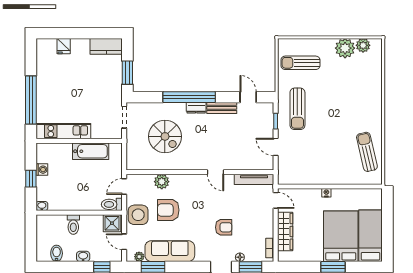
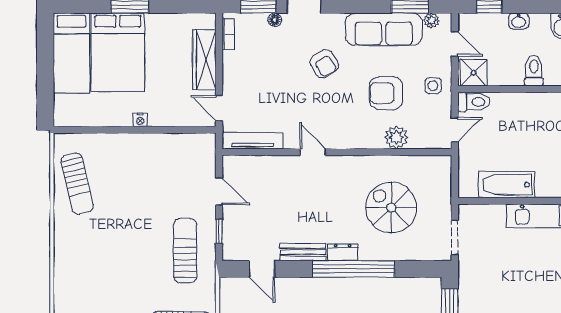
armchair: (168, 210) -> (386, 93), turned 180
side table: (138, 215) -> (433, 86), width x0.54, depth x0.54
armchair: (224, 227) -> (324, 64), moved, turned -122

